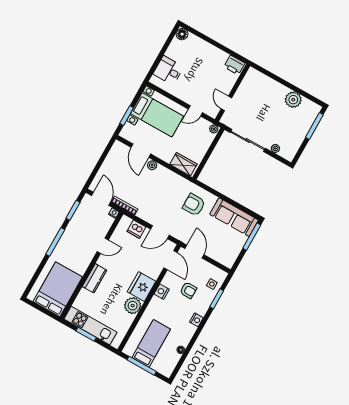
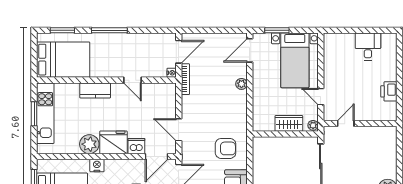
floor lamp: (182, 34) -> (390, 39), removed
printer: (234, 65) -> (389, 91), moved
desk: (168, 70) -> (368, 46), moved
door: (141, 151) -> (250, 50), moved
wardrobe: (183, 164) -> (289, 123), moved, turned -90
armchair: (194, 205) -> (226, 148), turned 90
window: (73, 210) -> (62, 30), moved
dishwasher: (136, 229) -> (136, 146), moved, turned 90
nightstand: (162, 292) -> (97, 165), moved

